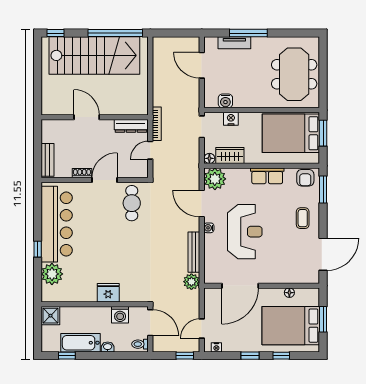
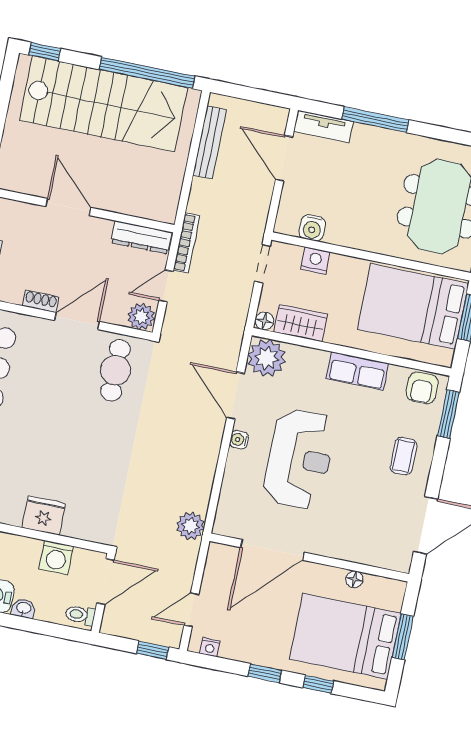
tv unit: (234, 43) -> (323, 126), moved
plant: (140, 170) -> (141, 317), added
bench: (194, 252) -> (210, 142), moved
door: (150, 323) -> (105, 582), hinge flipped

